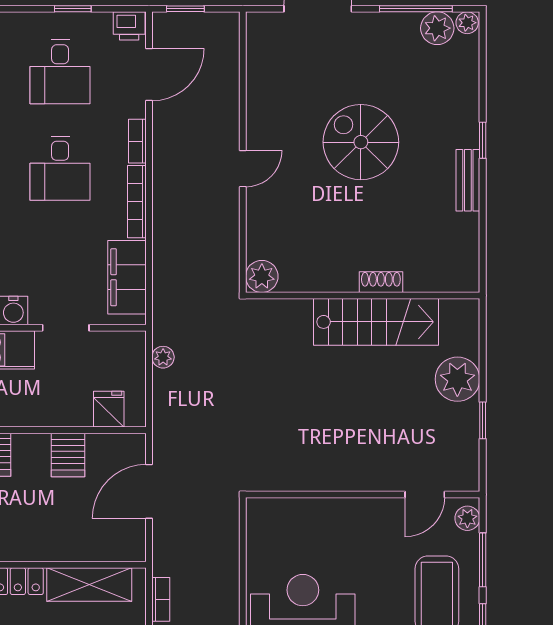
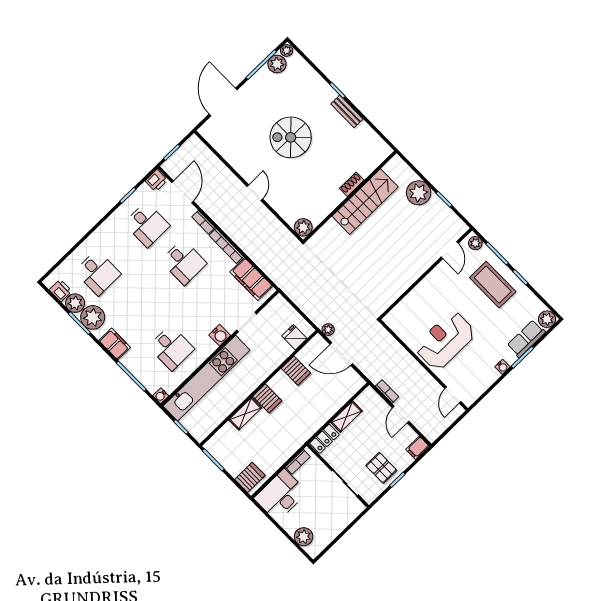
plant: (163, 357) -> (328, 330), moved
door: (149, 491) -> (341, 354), hinge flipped
shelving: (89, 585) -> (346, 417), width x0.67, depth x0.75

